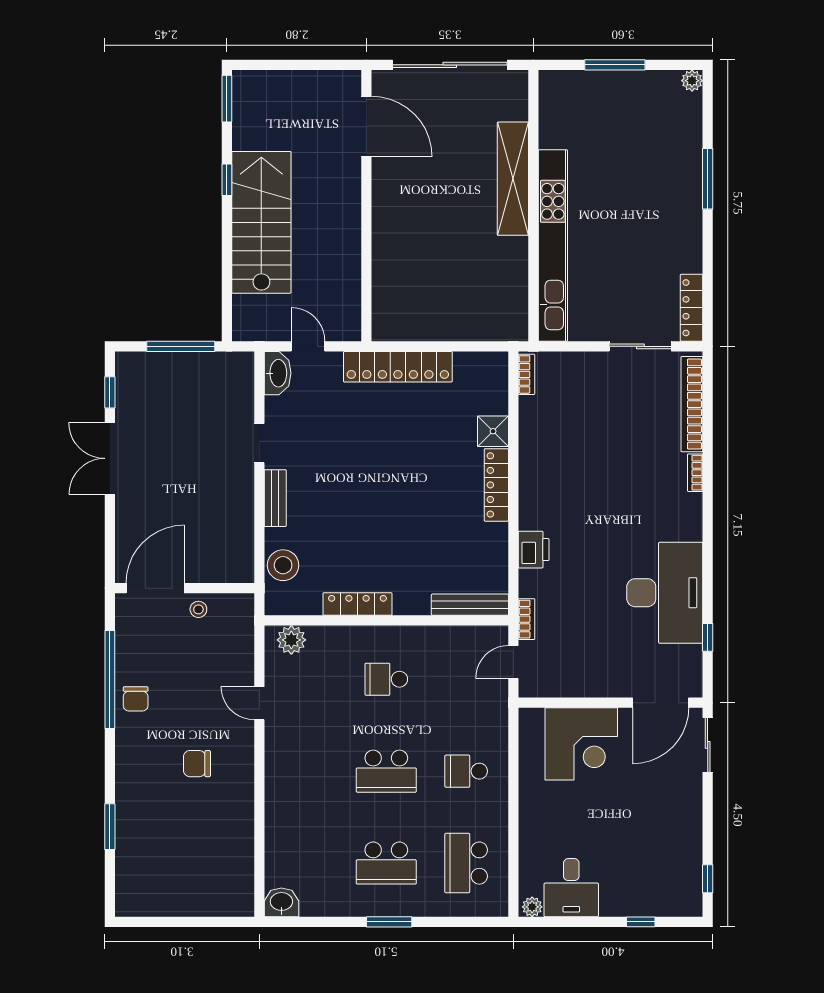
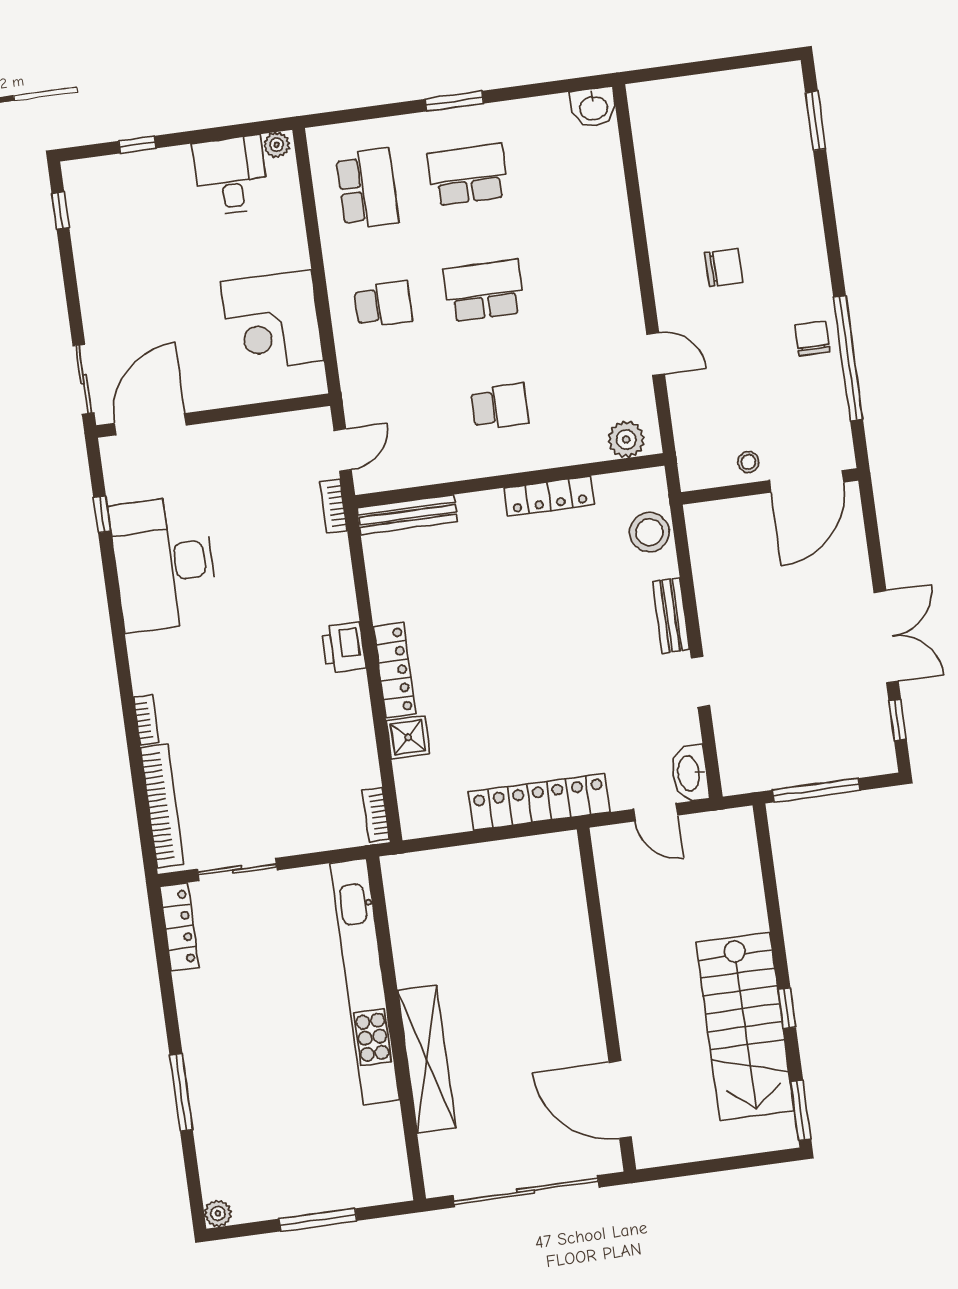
stairs: (261, 222) -> (745, 1026), moved
printer: (534, 550) -> (344, 647), moved
corner desk: (581, 744) -> (272, 321), moved, turned -90
window: (110, 827) -> (816, 121), moved

